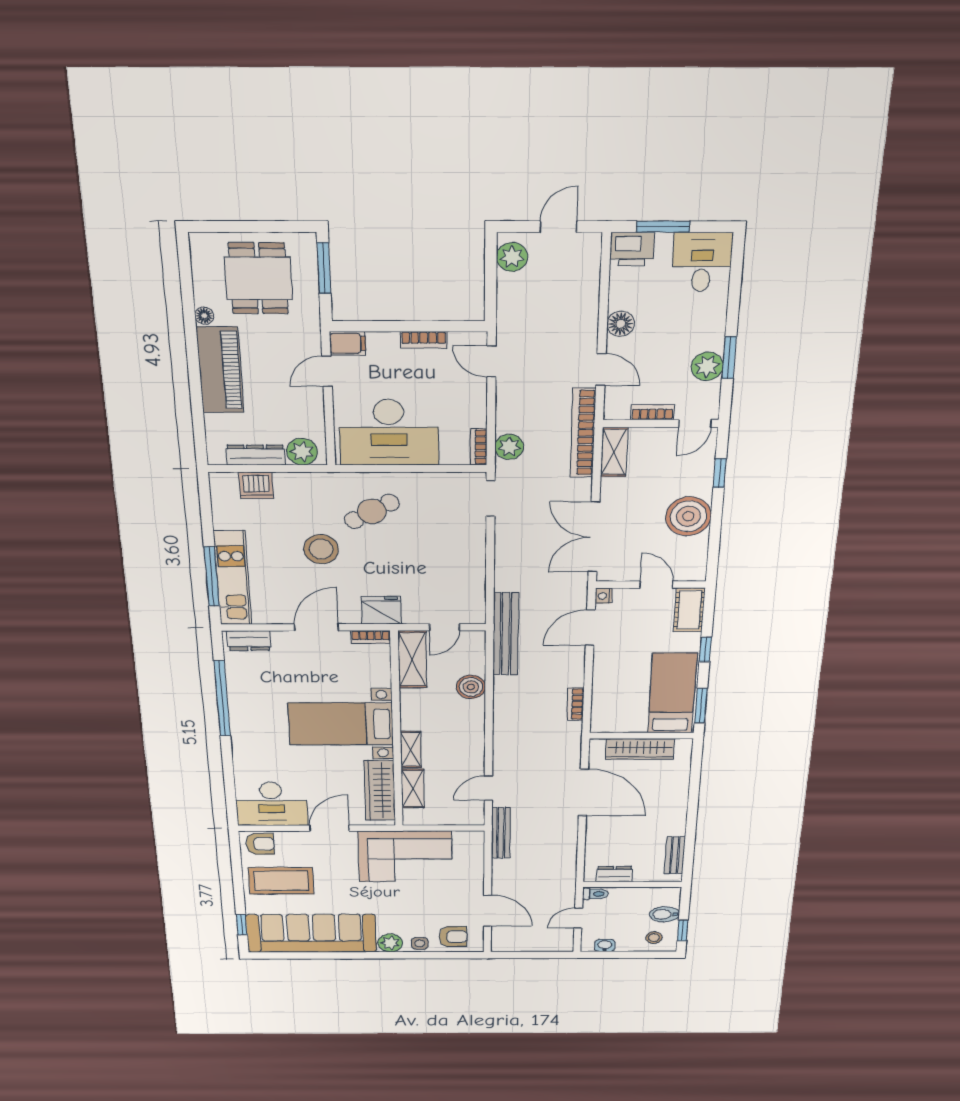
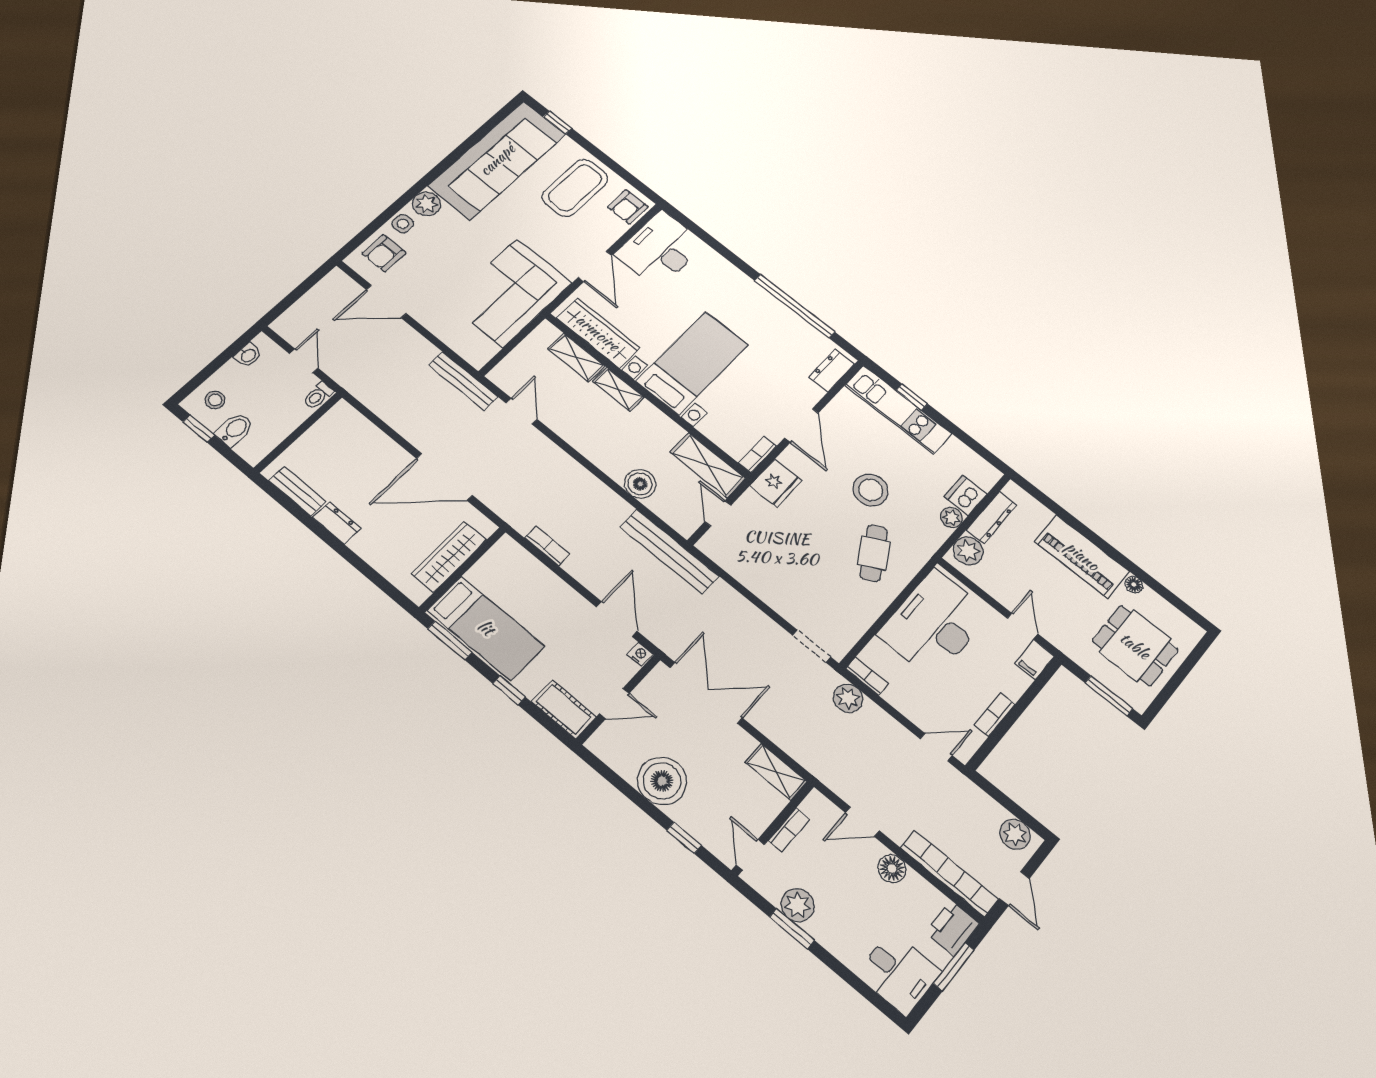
bookcase: (583, 433) -> (949, 873), moved
plant: (286, 482) -> (952, 518), added
window: (212, 577) -> (912, 397), width x0.46
dresser: (614, 874) -> (337, 523), moved, turned -90

